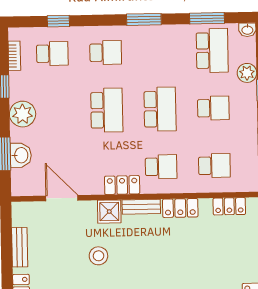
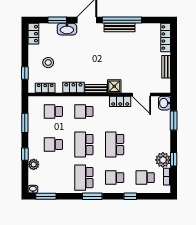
window: (207, 18) -> (46, 196), moved
window: (58, 21) -> (130, 196), moved
school desk: (212, 51) -> (84, 178), moved
plant: (23, 114) -> (163, 160), moved
washbasin: (21, 155) -> (164, 103), moved
locker: (122, 185) -> (120, 101), moved
stool: (98, 256) -> (48, 63), moved

